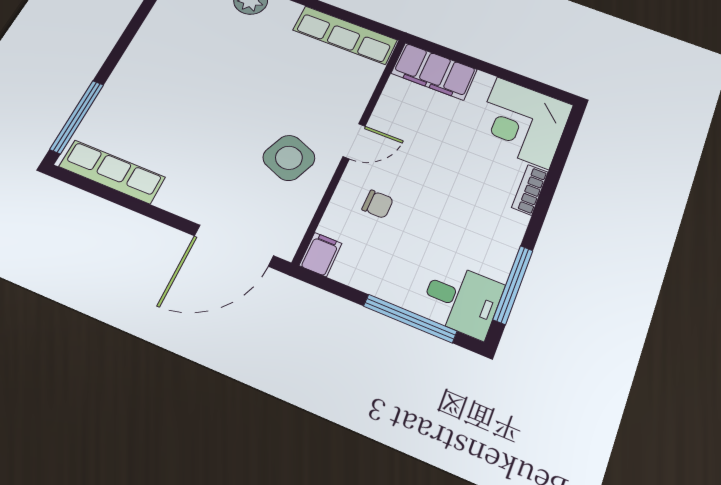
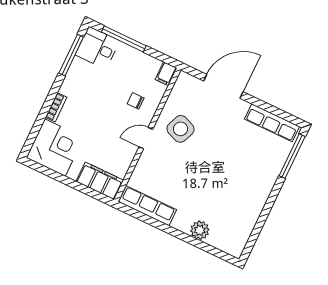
door: (234, 246) -> (223, 86), moved

